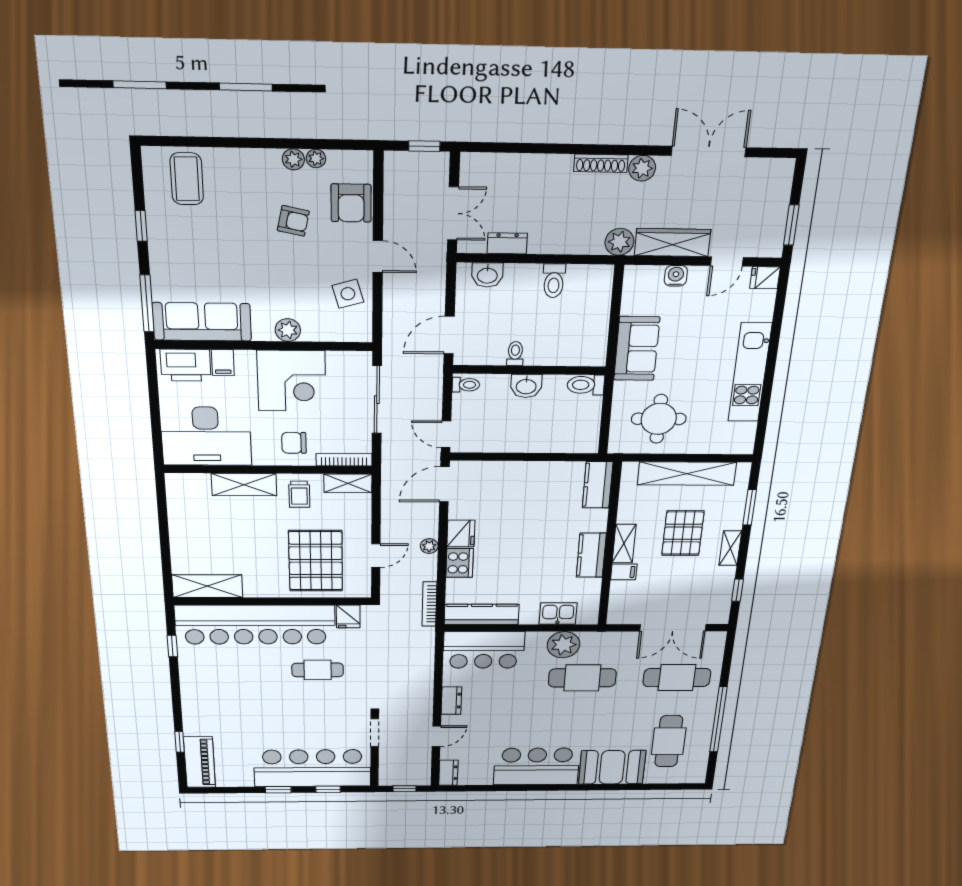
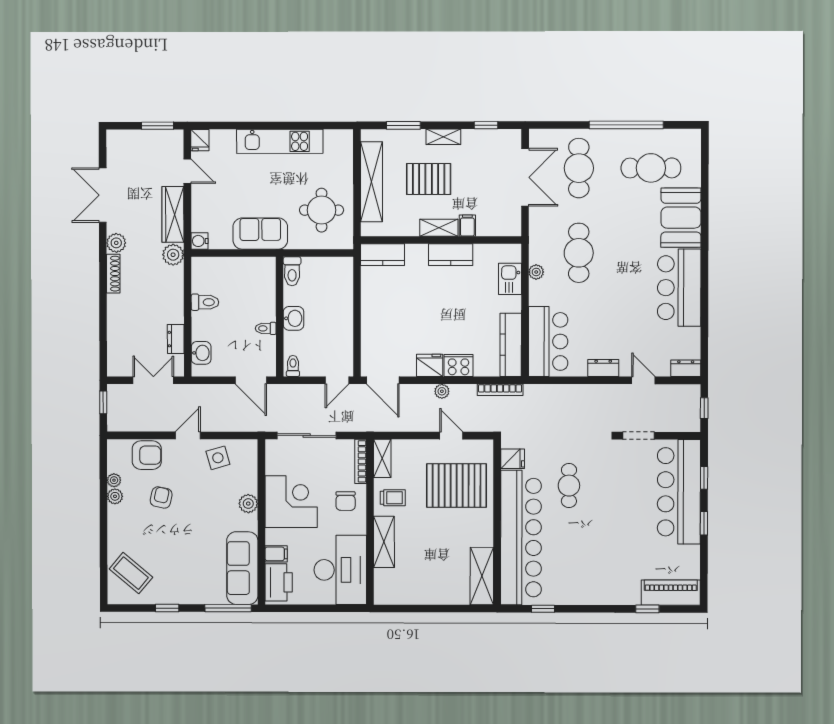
coffee table: (187, 179) -> (131, 573), turned 40
water cooler: (676, 276) -> (200, 241), moved
plant: (563, 645) -> (536, 272), width x0.53, depth x0.53

